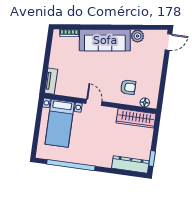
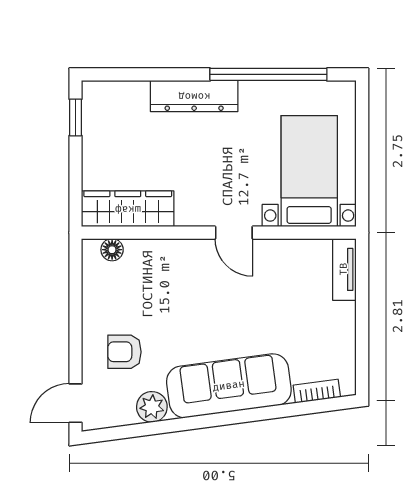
armchair: (128, 87) -> (124, 352), moved
dresser: (130, 164) -> (194, 96), moved

